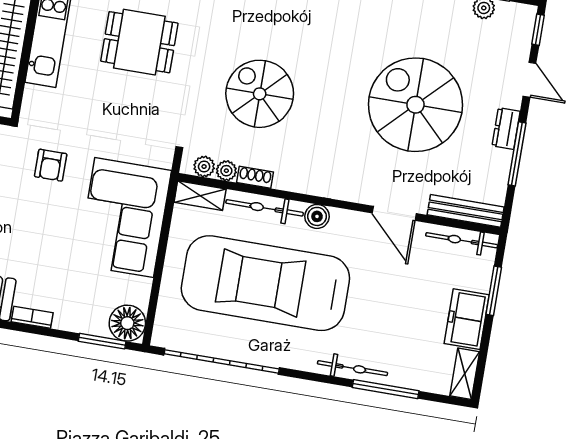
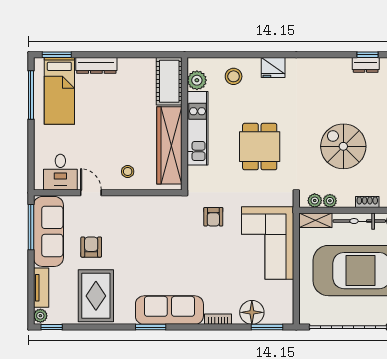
dining table: (139, 42) -> (260, 147), moved, turned 90
shoe rack: (255, 177) -> (367, 202), moved
floor lamp: (127, 323) -> (252, 312), moved

